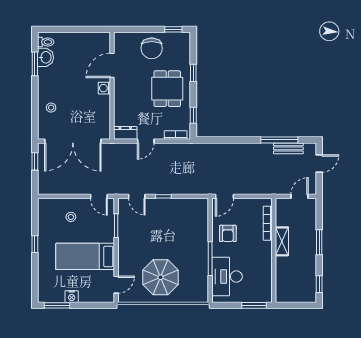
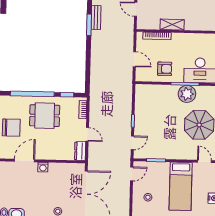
door: (112, 65) -> (24, 160), swing flipped
window: (193, 73) -> (32, 94), width x3.17
window: (279, 140) -> (89, 25), width x0.69
door: (224, 196) -> (134, 59), moved
plant: (198, 261) -> (187, 94), added

